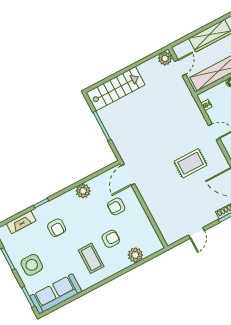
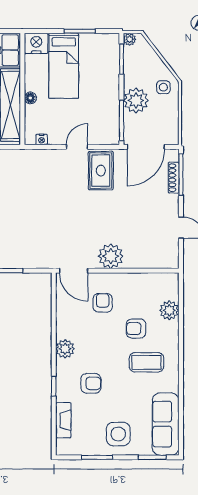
rug: (191, 163) -> (101, 171), moved
plant: (83, 191) -> (65, 349), moved
plant: (151, 195) -> (111, 256), added
armchair: (116, 206) -> (103, 303), turned 180
armchair: (111, 239) -> (136, 328), turned -90

